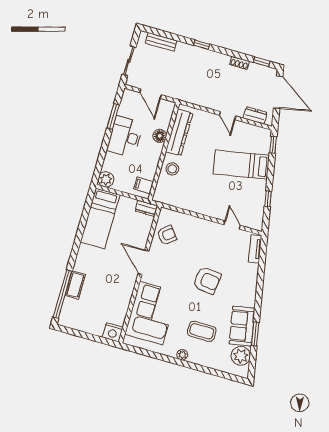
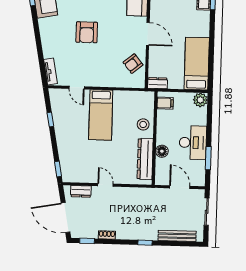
bench: (161, 42) -> (177, 236), width x1.36
bed: (241, 165) -> (101, 115), moved, turned 100
armchair: (207, 280) -> (87, 32), turned -97

